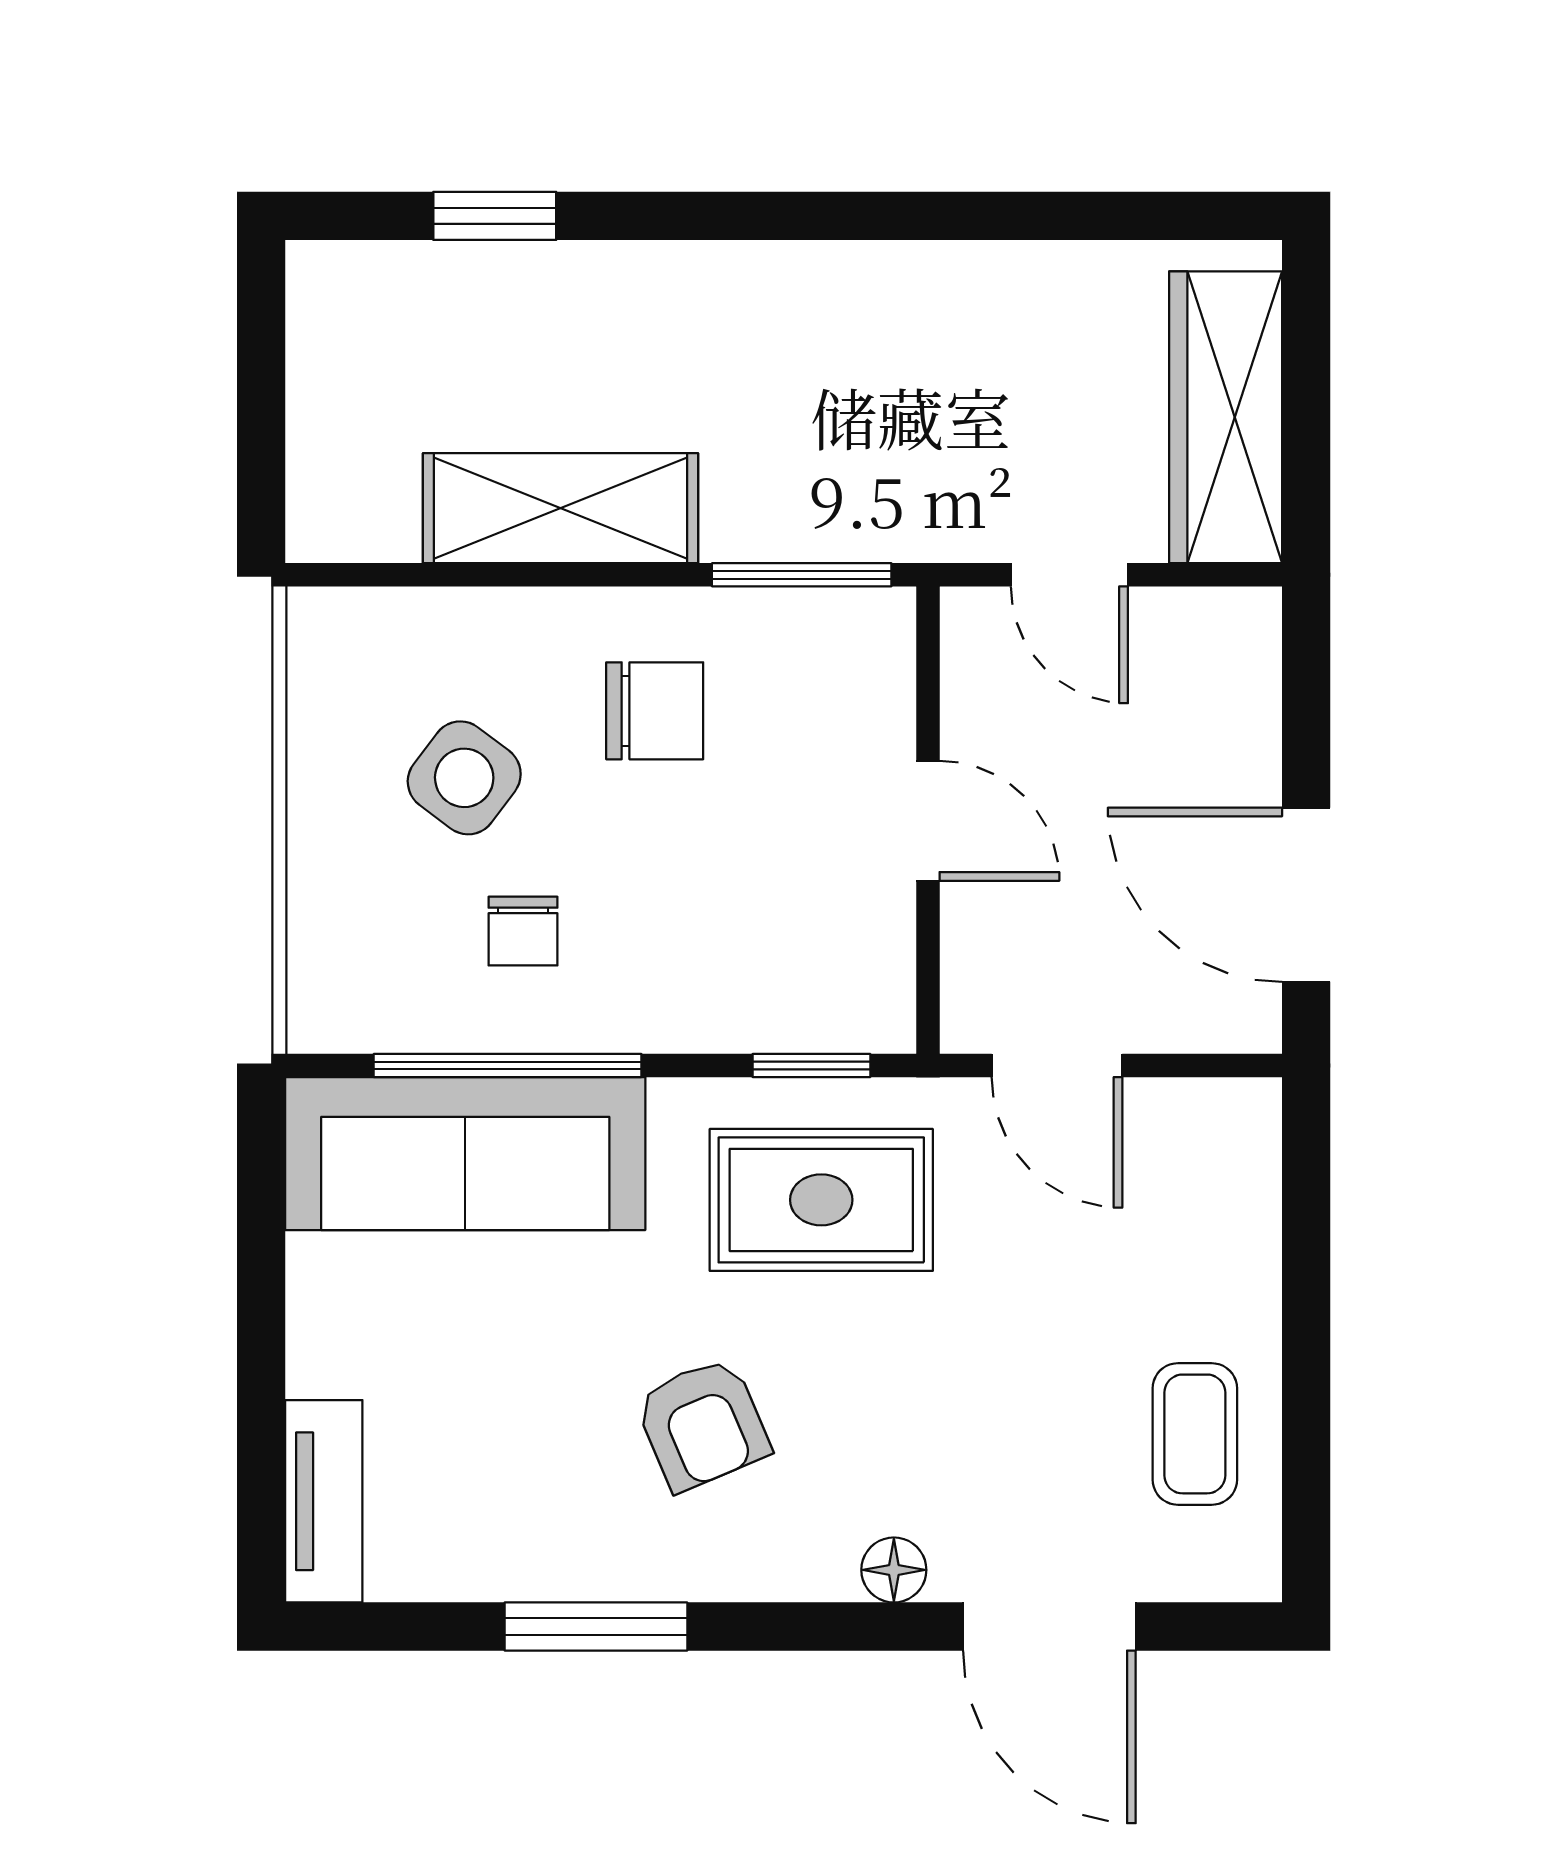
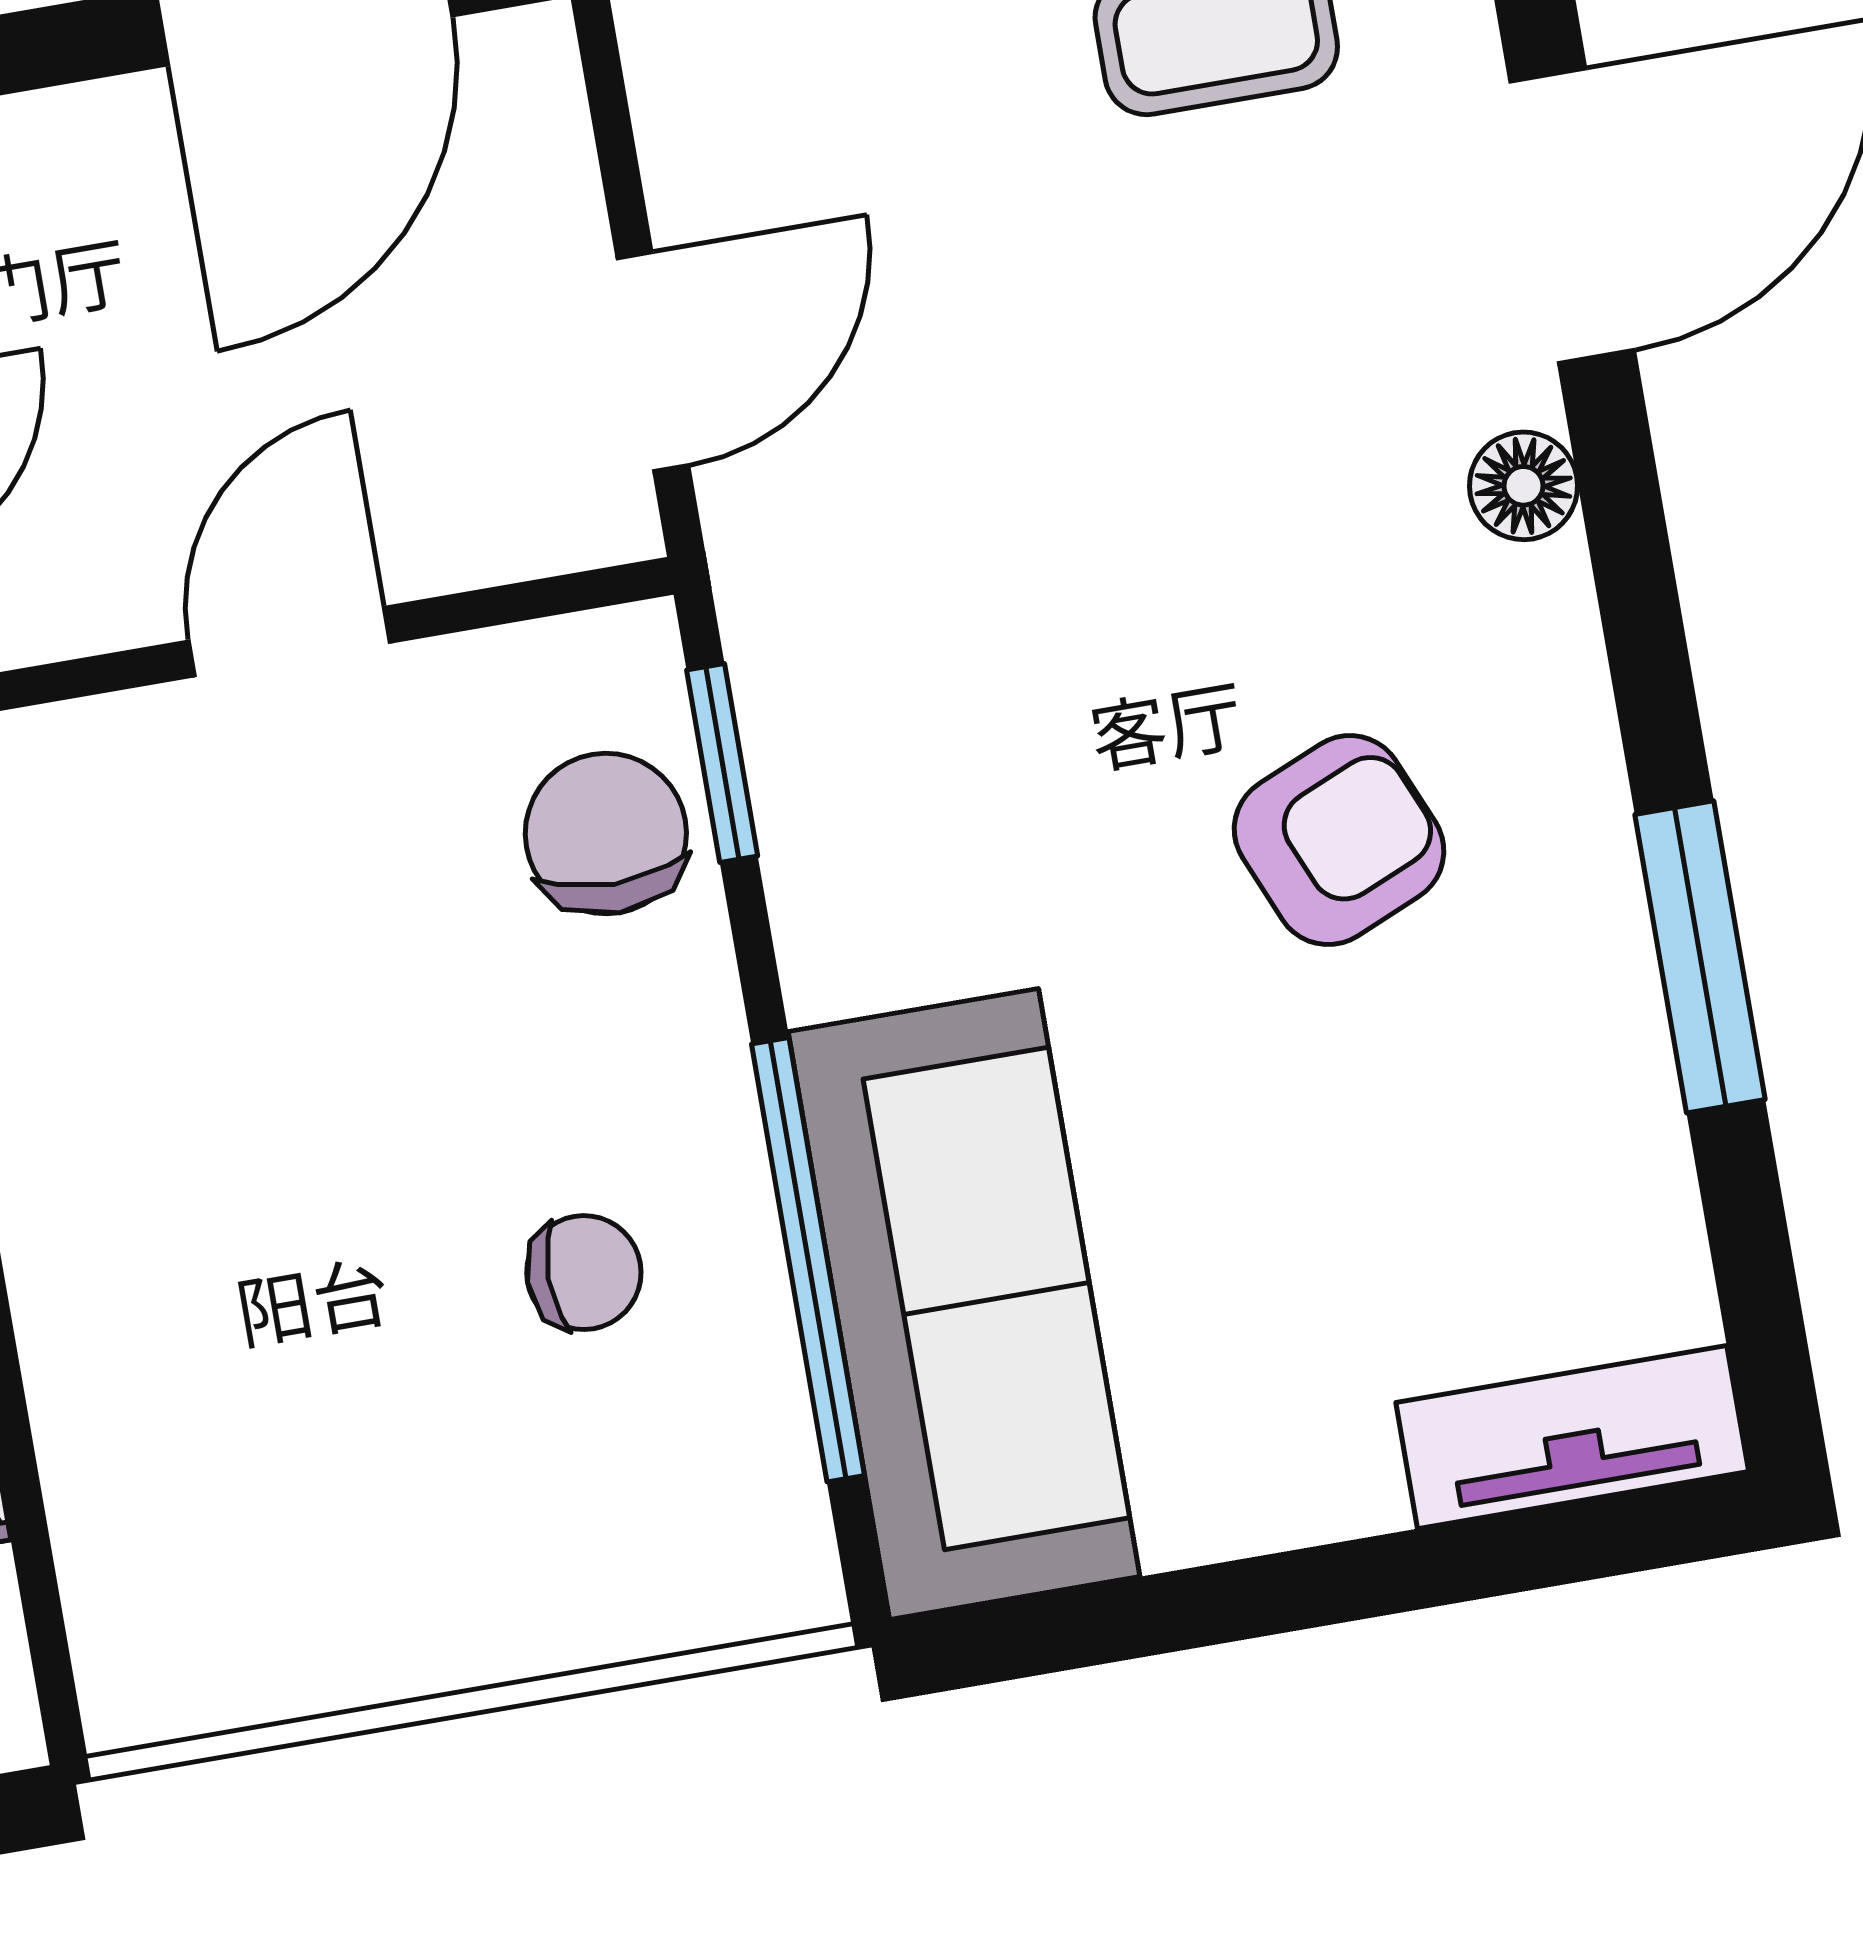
chair: (655, 711) -> (606, 834), moved
side table: (464, 778) -> (350, 1412), removed
rug: (821, 1200) -> (939, 709), removed

